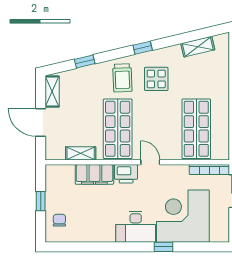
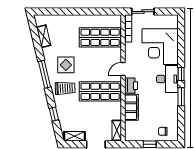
window: (143, 48) -> (44, 74), width x2.17
shelving: (81, 153) -> (117, 130), moved
window: (110, 247) -> (181, 97), added
window: (163, 247) -> (181, 74), moved

